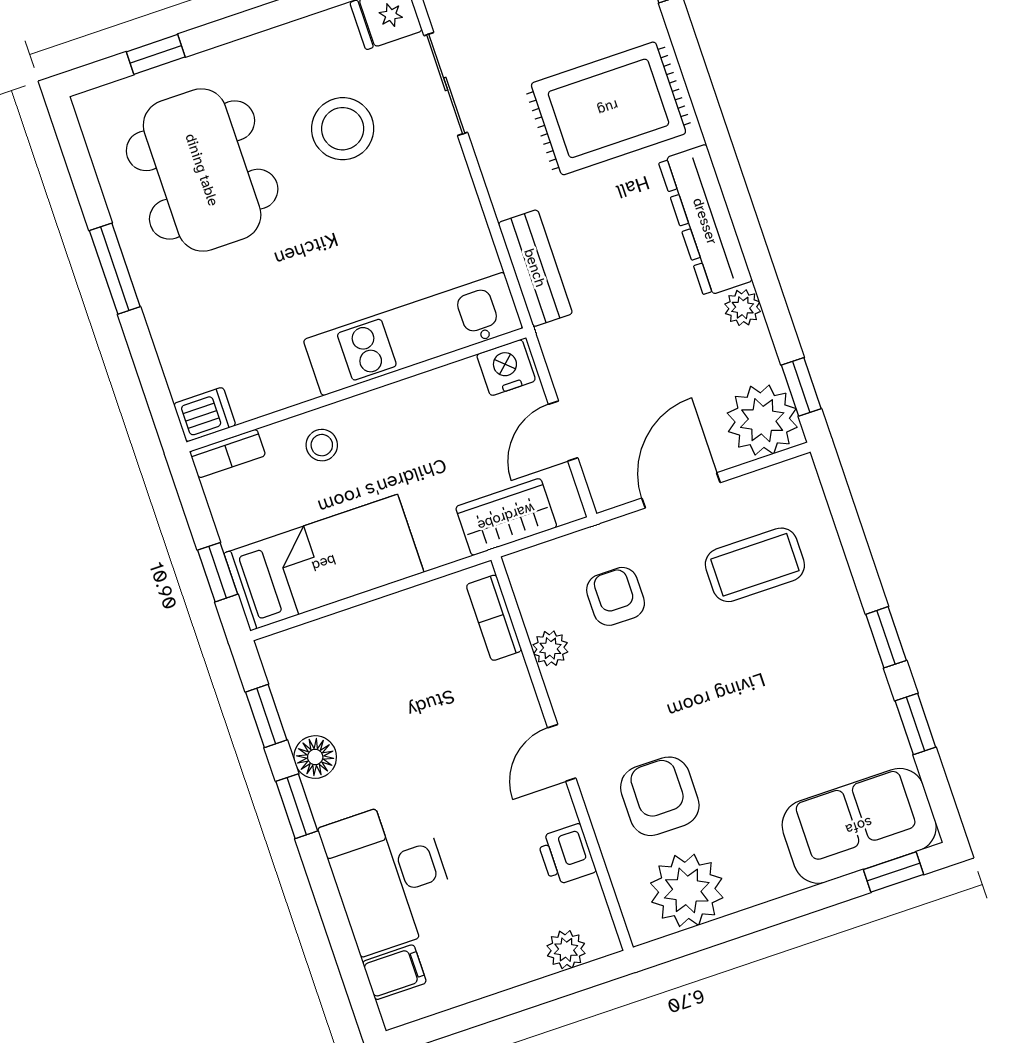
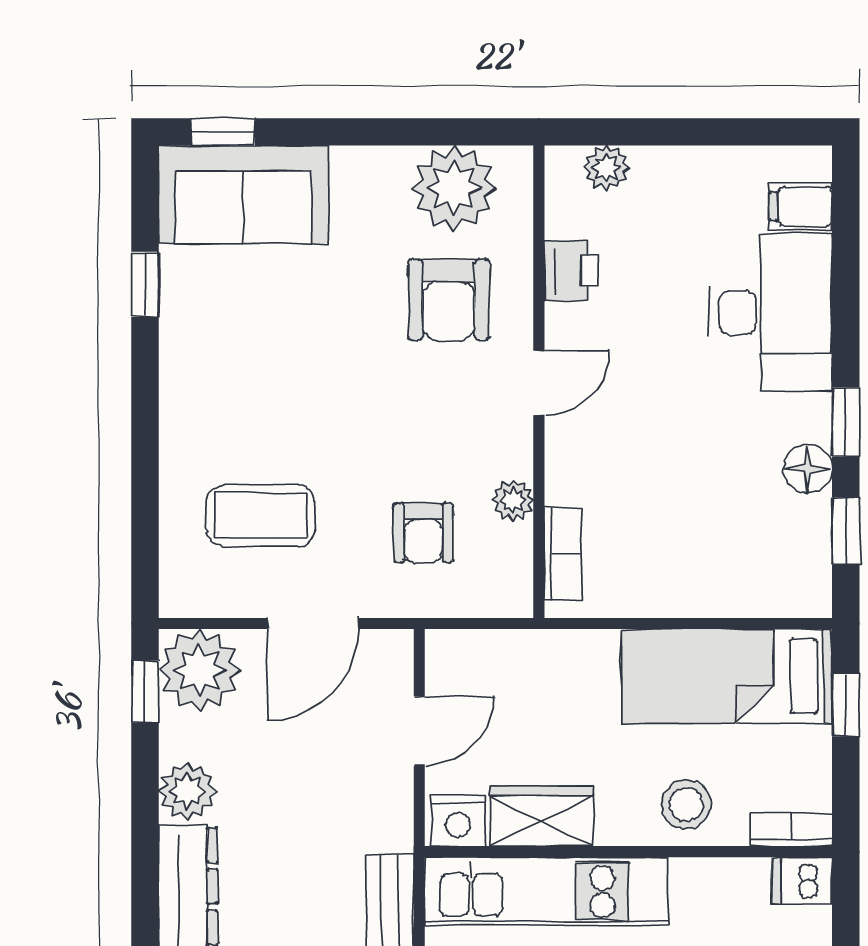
plant: (743, 308) -> (187, 791), width x1.38, depth x1.38
stool: (322, 445) -> (686, 804), width x1.37, depth x1.37
wardrobe: (506, 517) -> (542, 816), moved, turned 180
window: (886, 637) -> (145, 389), removed

